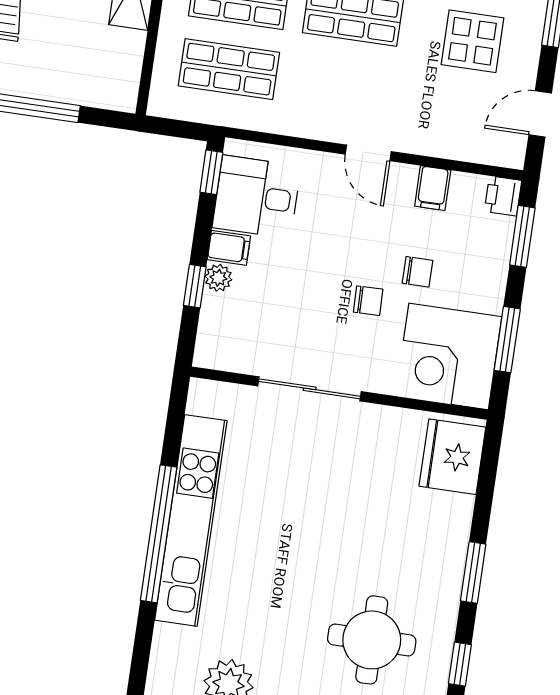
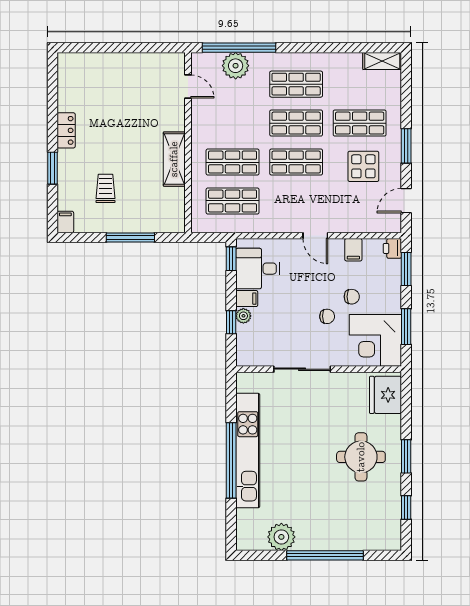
round table: (372, 640) -> (361, 457), moved

